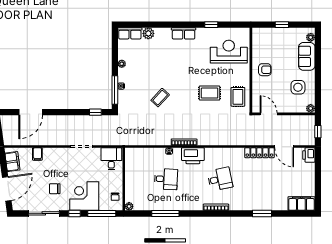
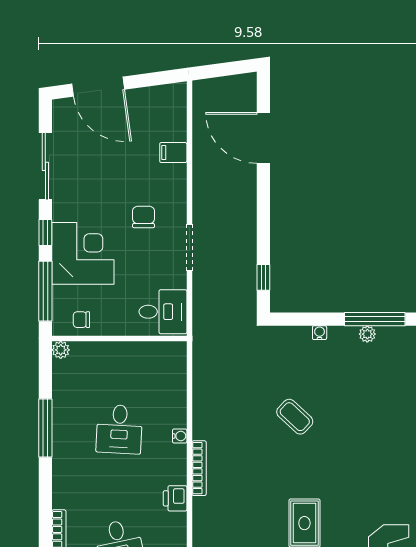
window: (115, 90) -> (375, 319), moved
printer: (193, 156) -> (175, 498), width x0.53, depth x0.68
filing cabinet: (12, 162) -> (157, 99), removed
chair: (55, 189) -> (144, 217), moved

